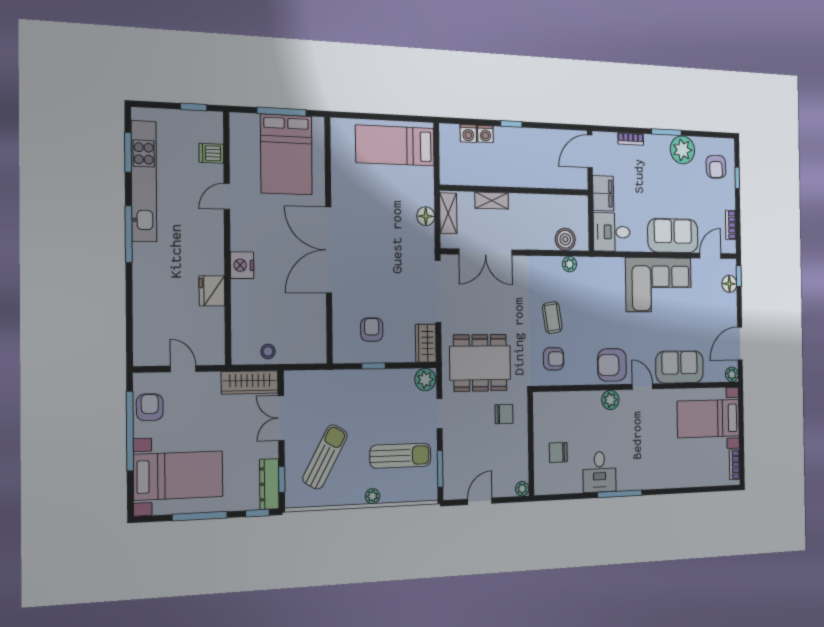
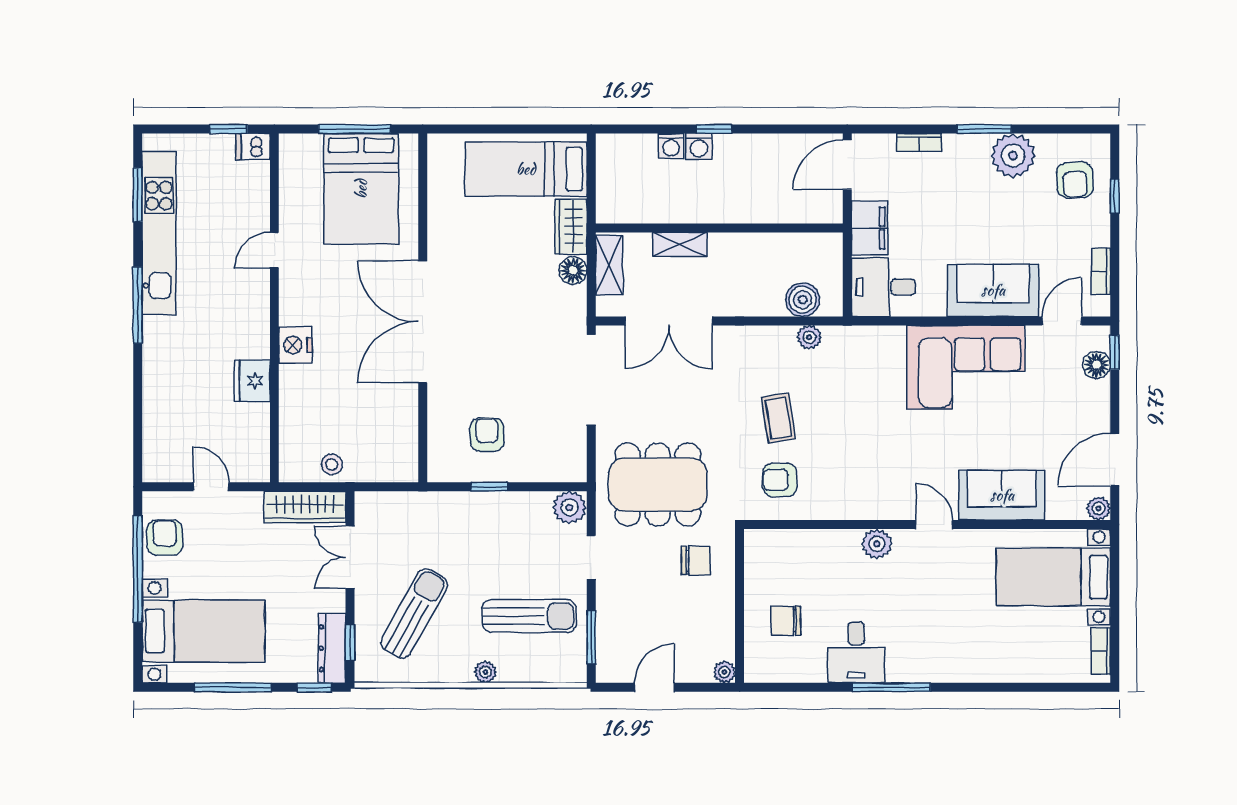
washing machine: (468, 133) -> (699, 146), moved
dishwasher: (211, 153) -> (253, 147), moved
wardrobe: (426, 343) -> (571, 227), moved
armchair: (554, 359) -> (780, 480), turned 180
armchair: (612, 365) -> (881, 491), removed

